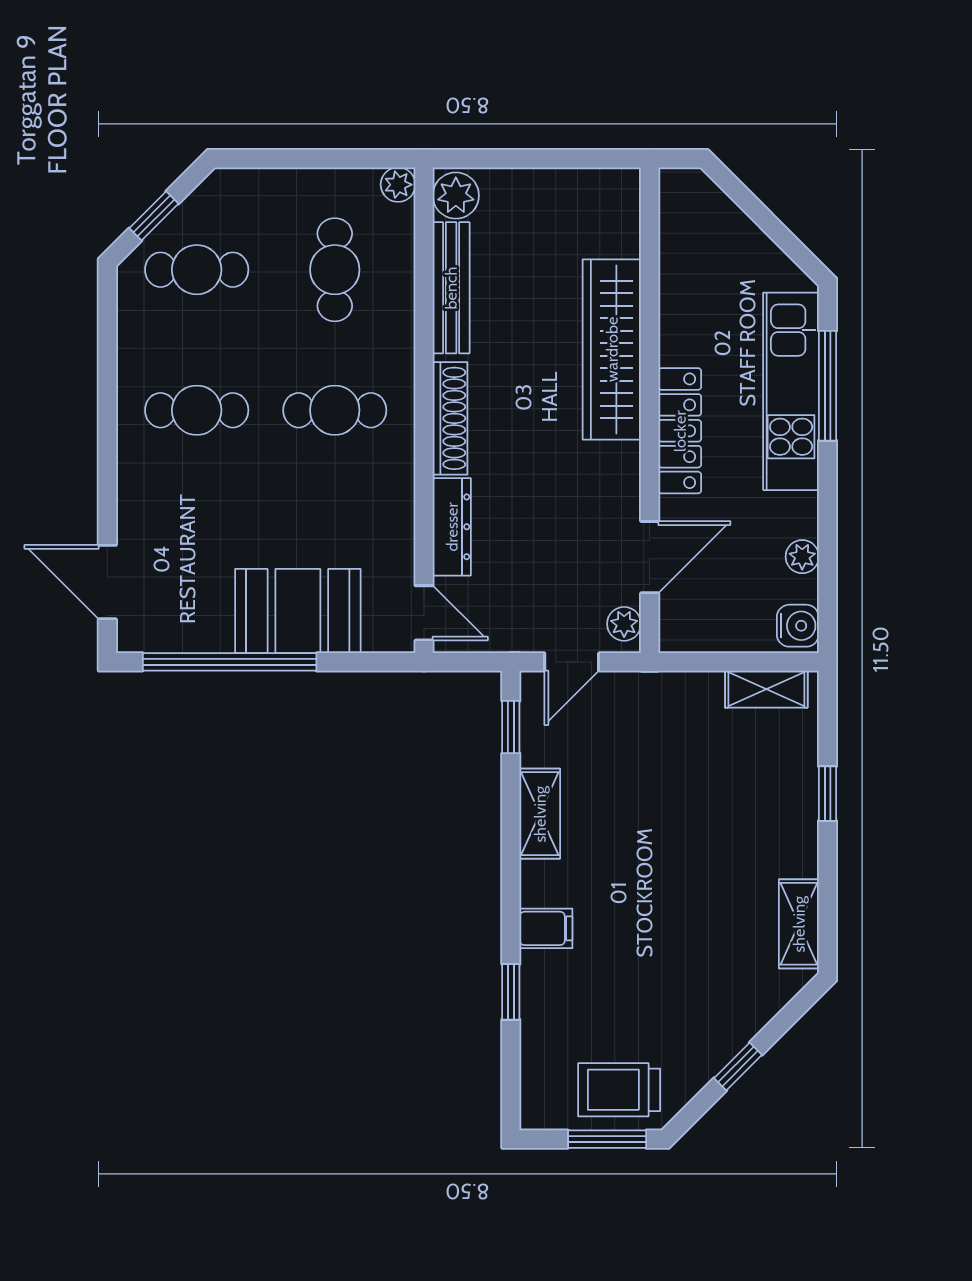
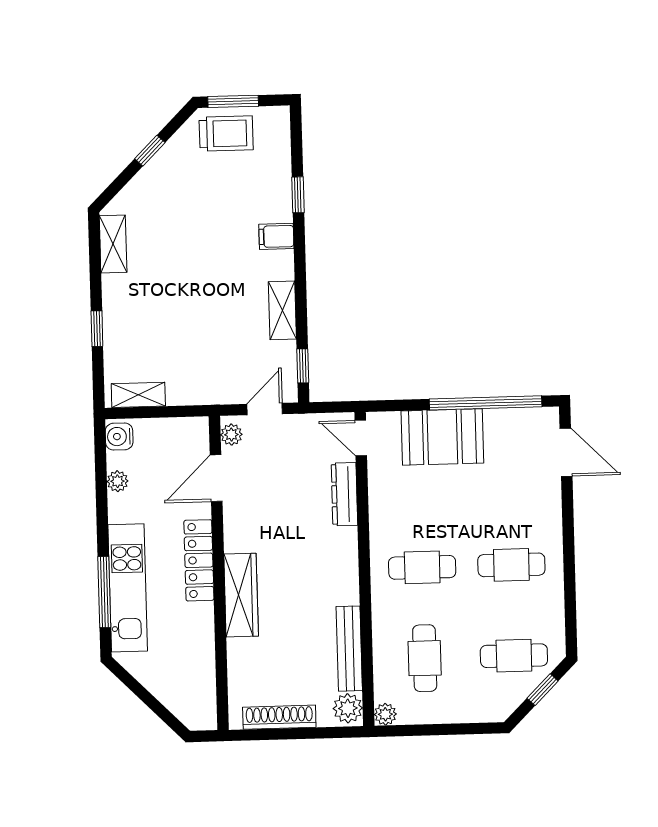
wardrobe: (612, 349) -> (241, 595), width x0.71, depth x0.85
shoe rack: (450, 418) -> (279, 717), moved, turned 90

